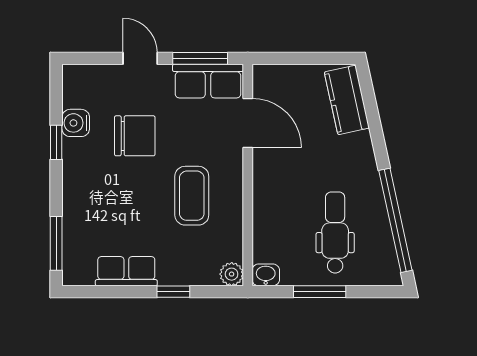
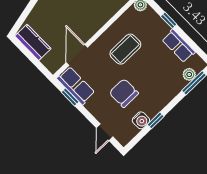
door: (140, 58) -> (105, 132), moved
window: (200, 58) -> (70, 97), width x0.67
kitchen counter: (347, 100) -> (33, 42), moved, turned -78
plant: (74, 248) -> (189, 74), added

